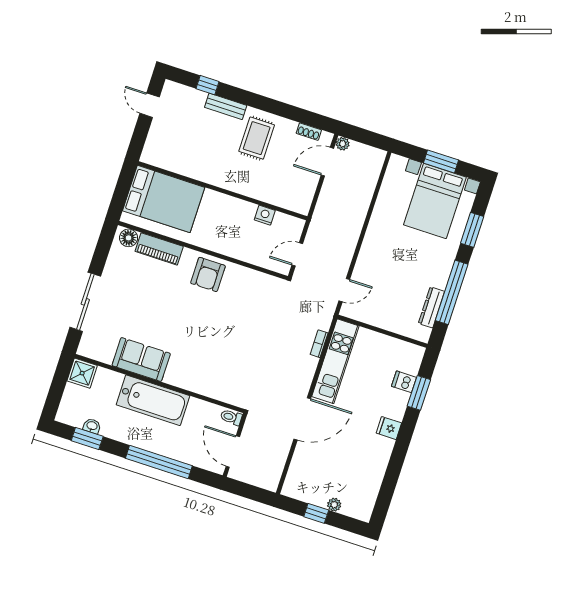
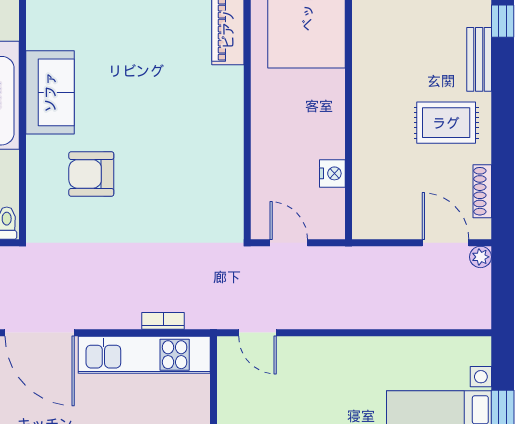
shoe rack: (309, 132) -> (482, 191), width x1.43
armchair: (208, 274) -> (91, 174), moved
sofa: (141, 359) -> (50, 92), moved

